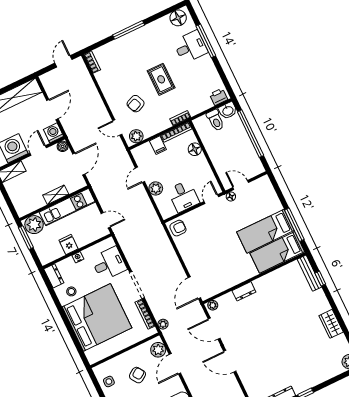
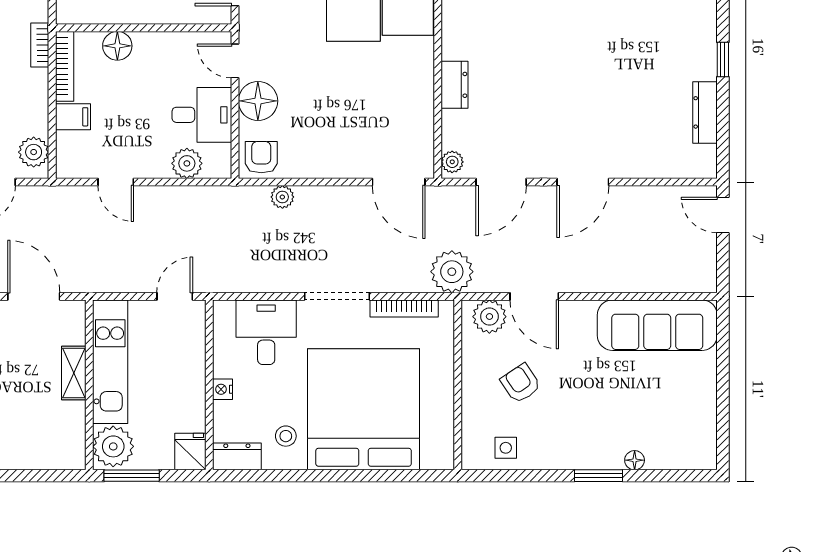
plant: (156, 188) -> (187, 163), moved
floor lamp: (231, 196) -> (258, 101), moved, width x1.89, depth x1.89
fridge: (69, 244) -> (190, 452), moved, turned 90
plant: (166, 244) -> (282, 197), added
plant: (163, 324) -> (452, 272), width x1.87, depth x1.87

